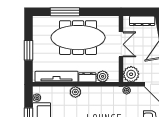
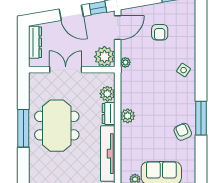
window: (65, 12) -> (23, 128), moved
meeting table: (78, 38) -> (57, 126), width x0.73
plant: (75, 92) -> (128, 116), moved

